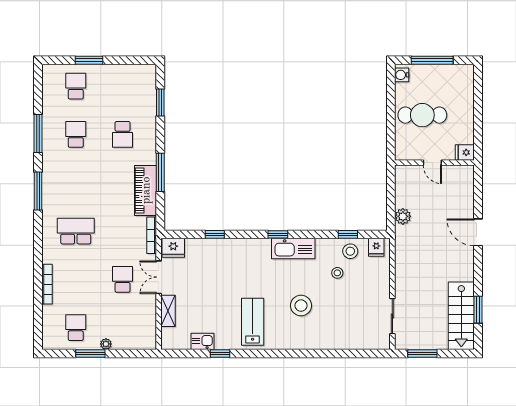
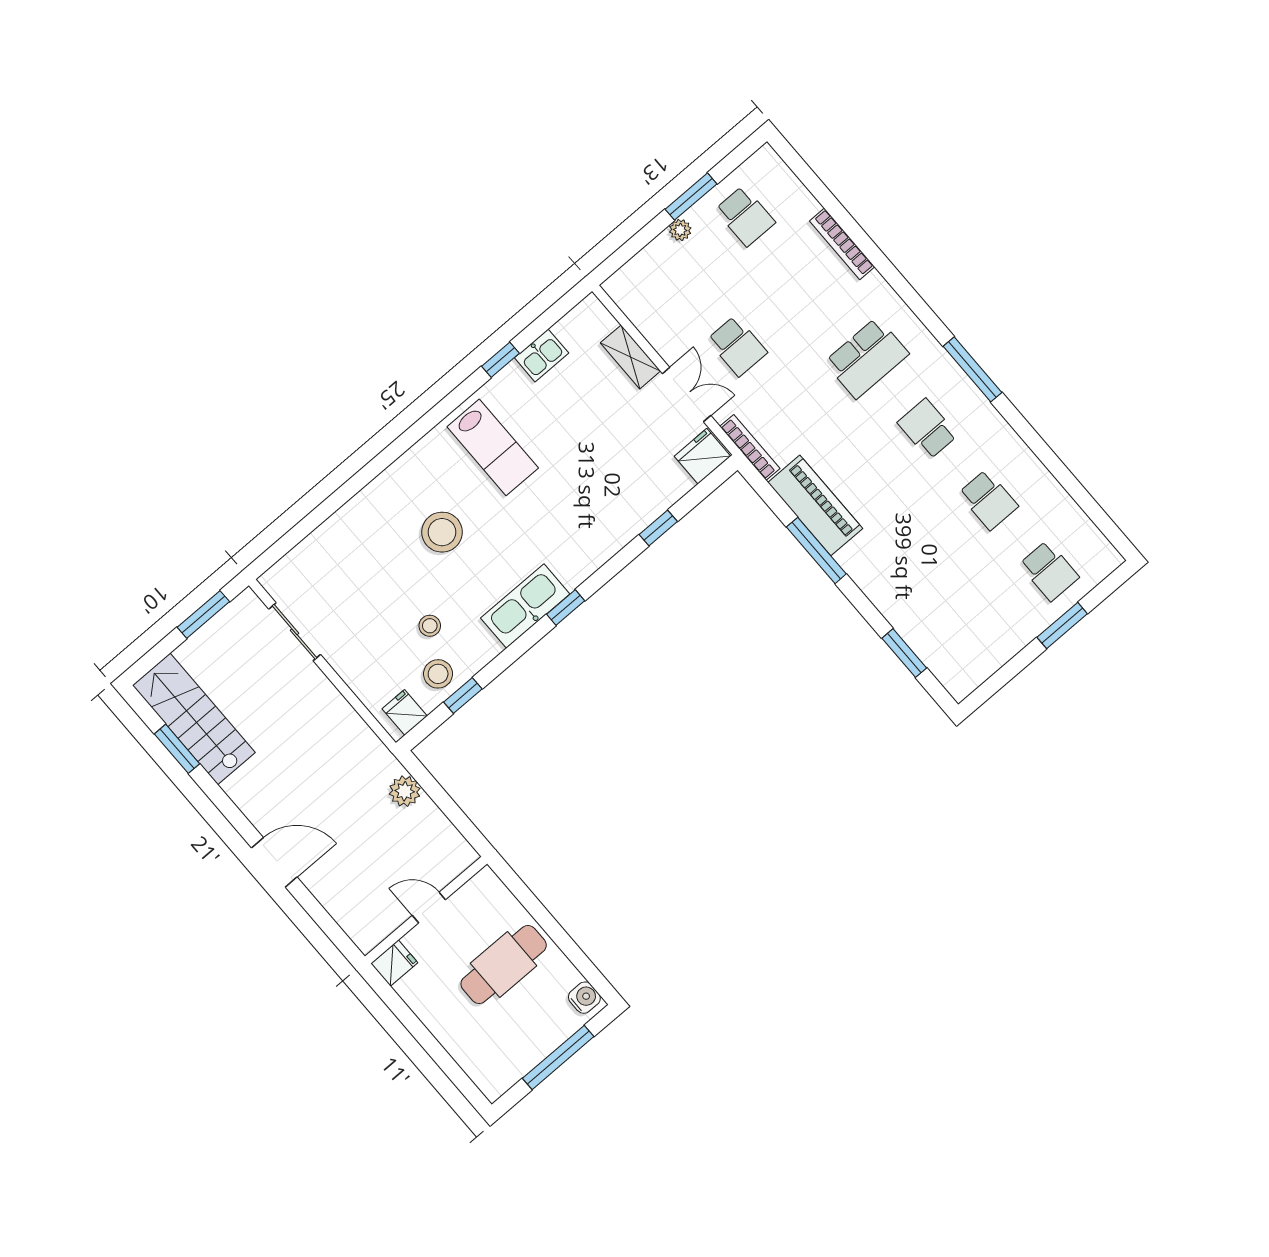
window: (38, 134) -> (1045, 454), removed
school desk: (123, 134) -> (927, 429), moved

